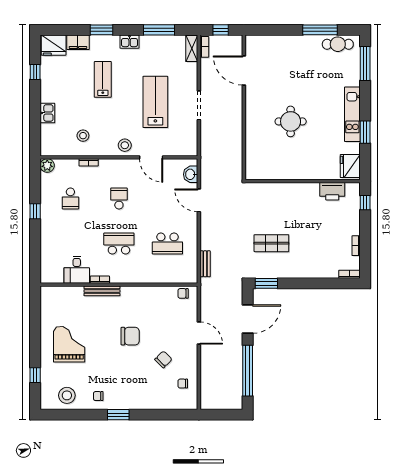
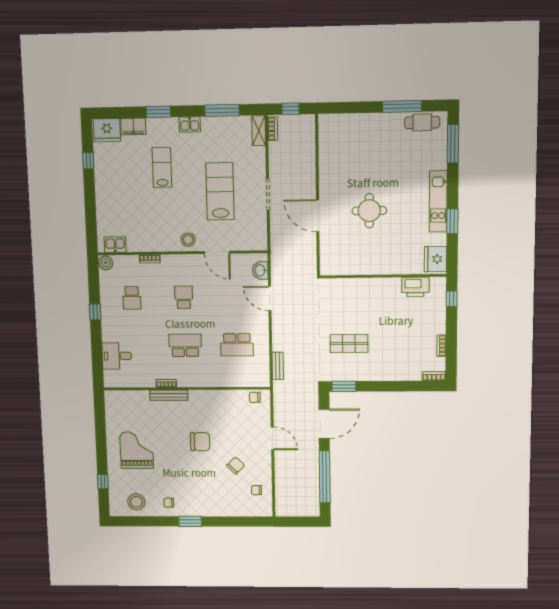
door: (244, 71) -> (318, 216), moved
kitchen sink: (47, 113) -> (115, 245), moved, turned -90
stool: (83, 136) -> (143, 230), removed
desk: (77, 270) -> (117, 356), moved, turned 90

